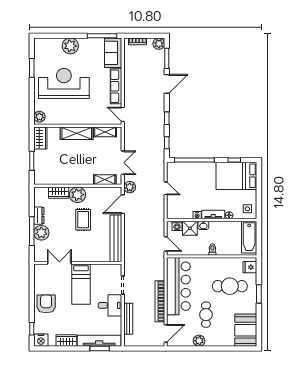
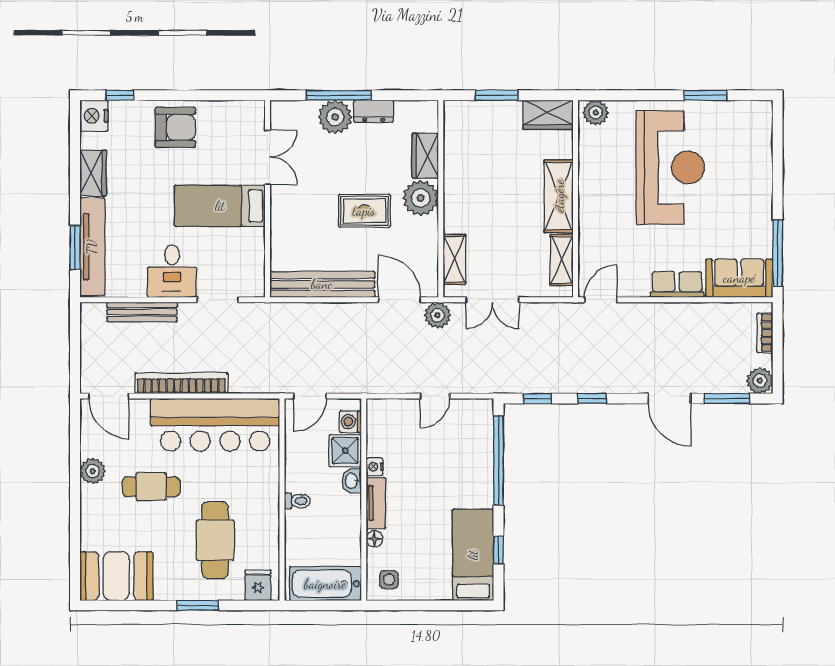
plant: (70, 46) -> (755, 182), removed
row of seats: (116, 86) -> (677, 285), width x0.68
bed: (236, 176) -> (473, 555), width x0.67

